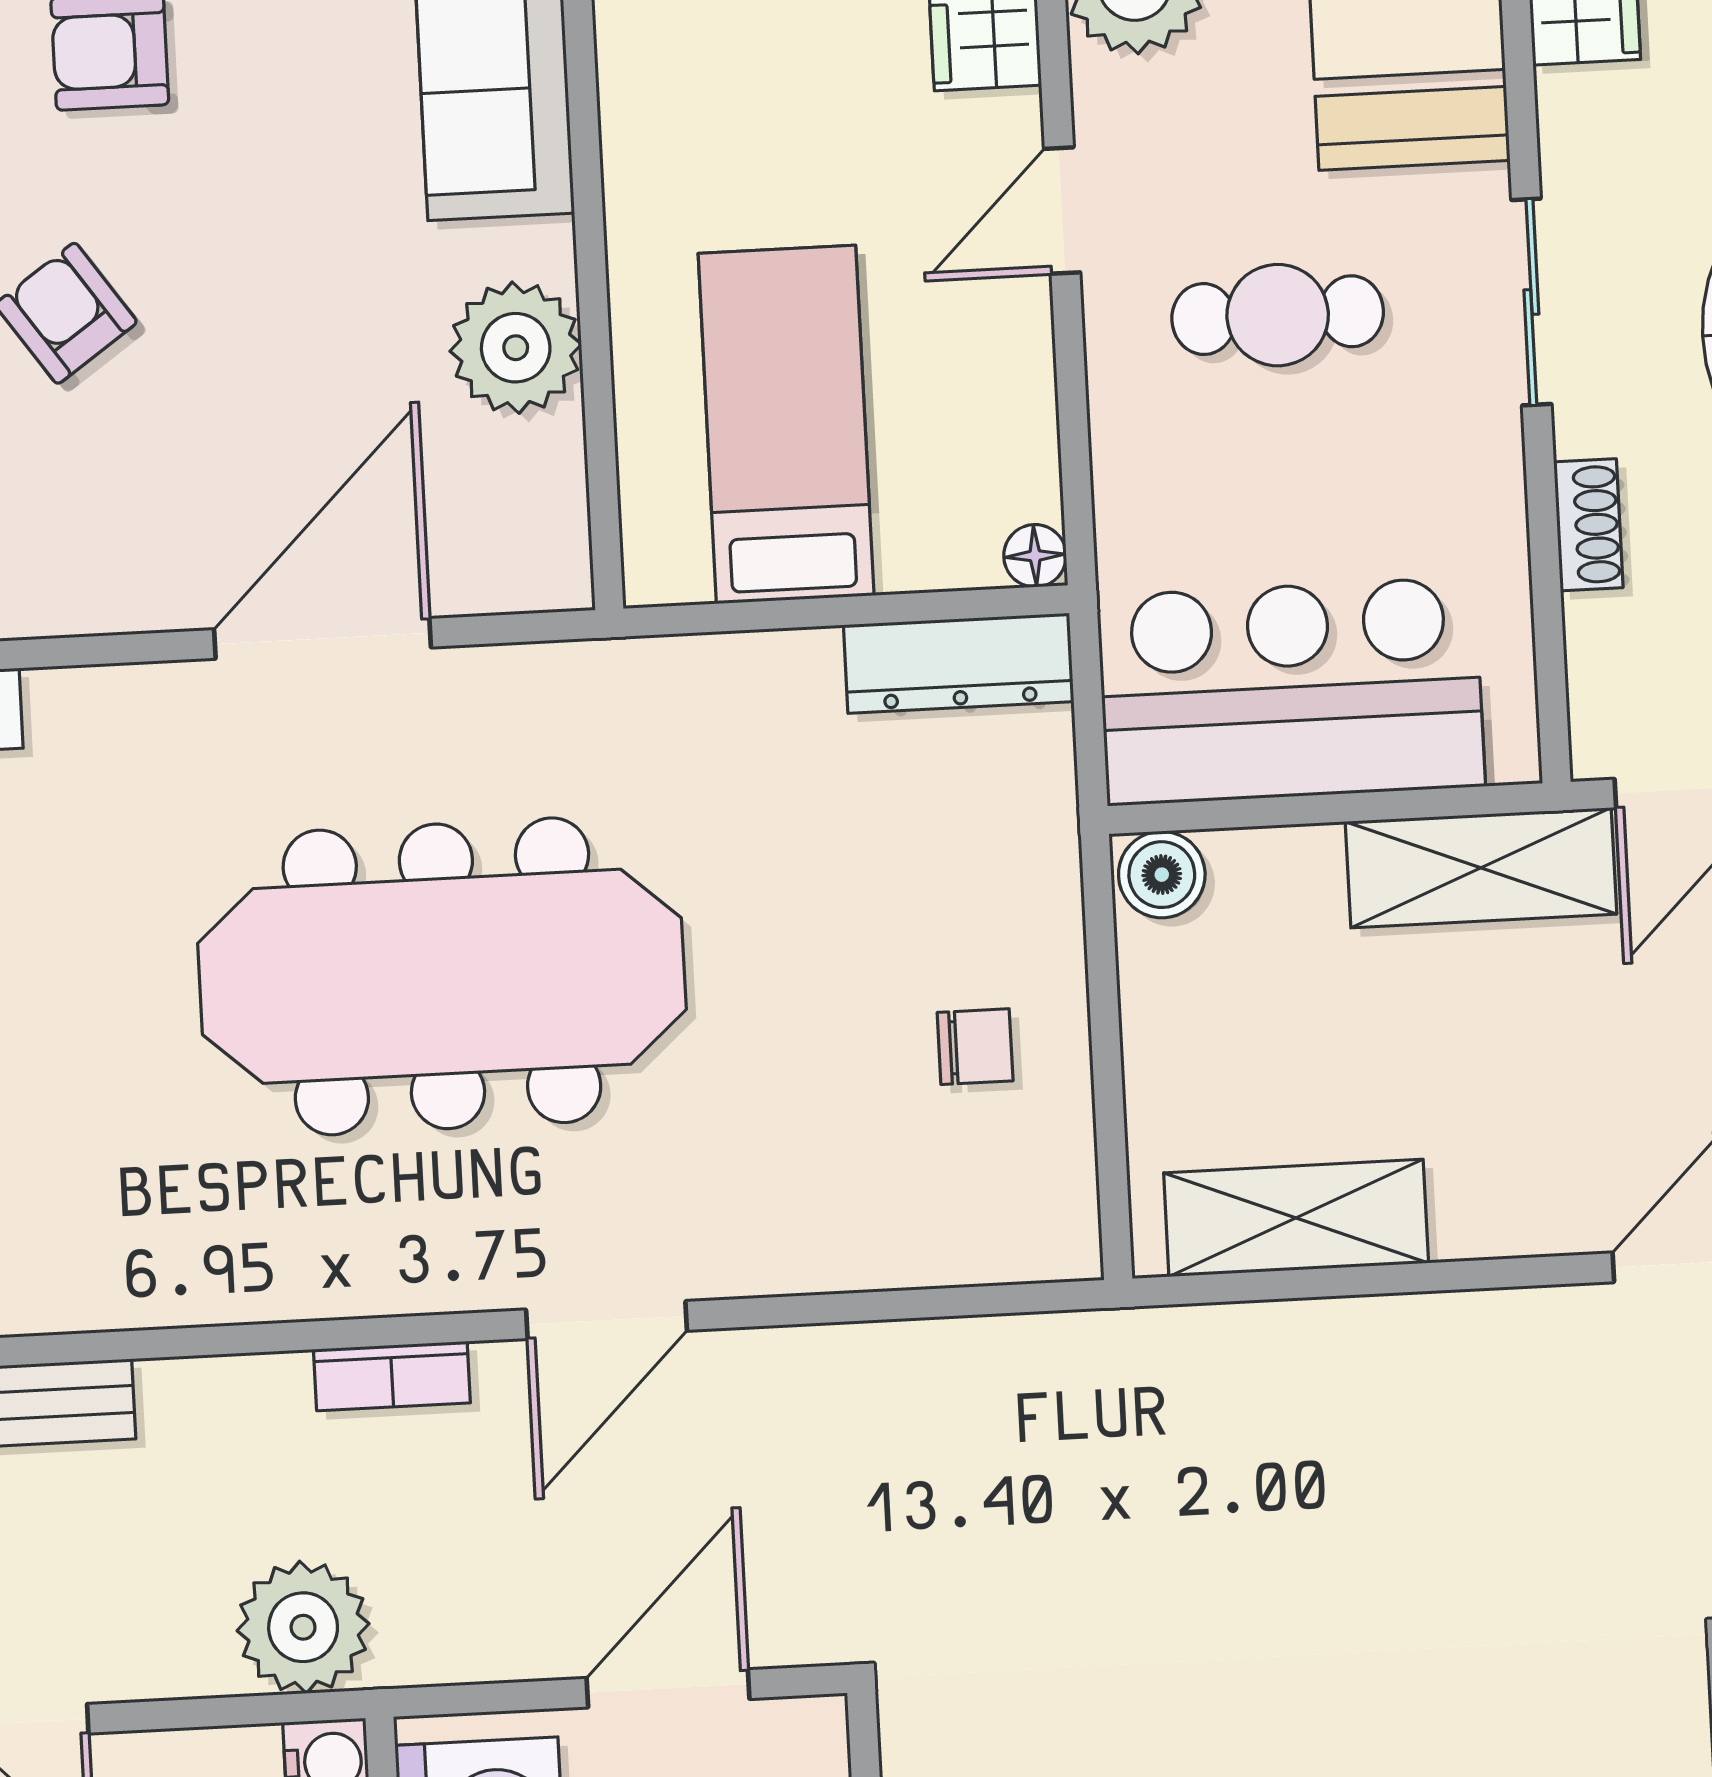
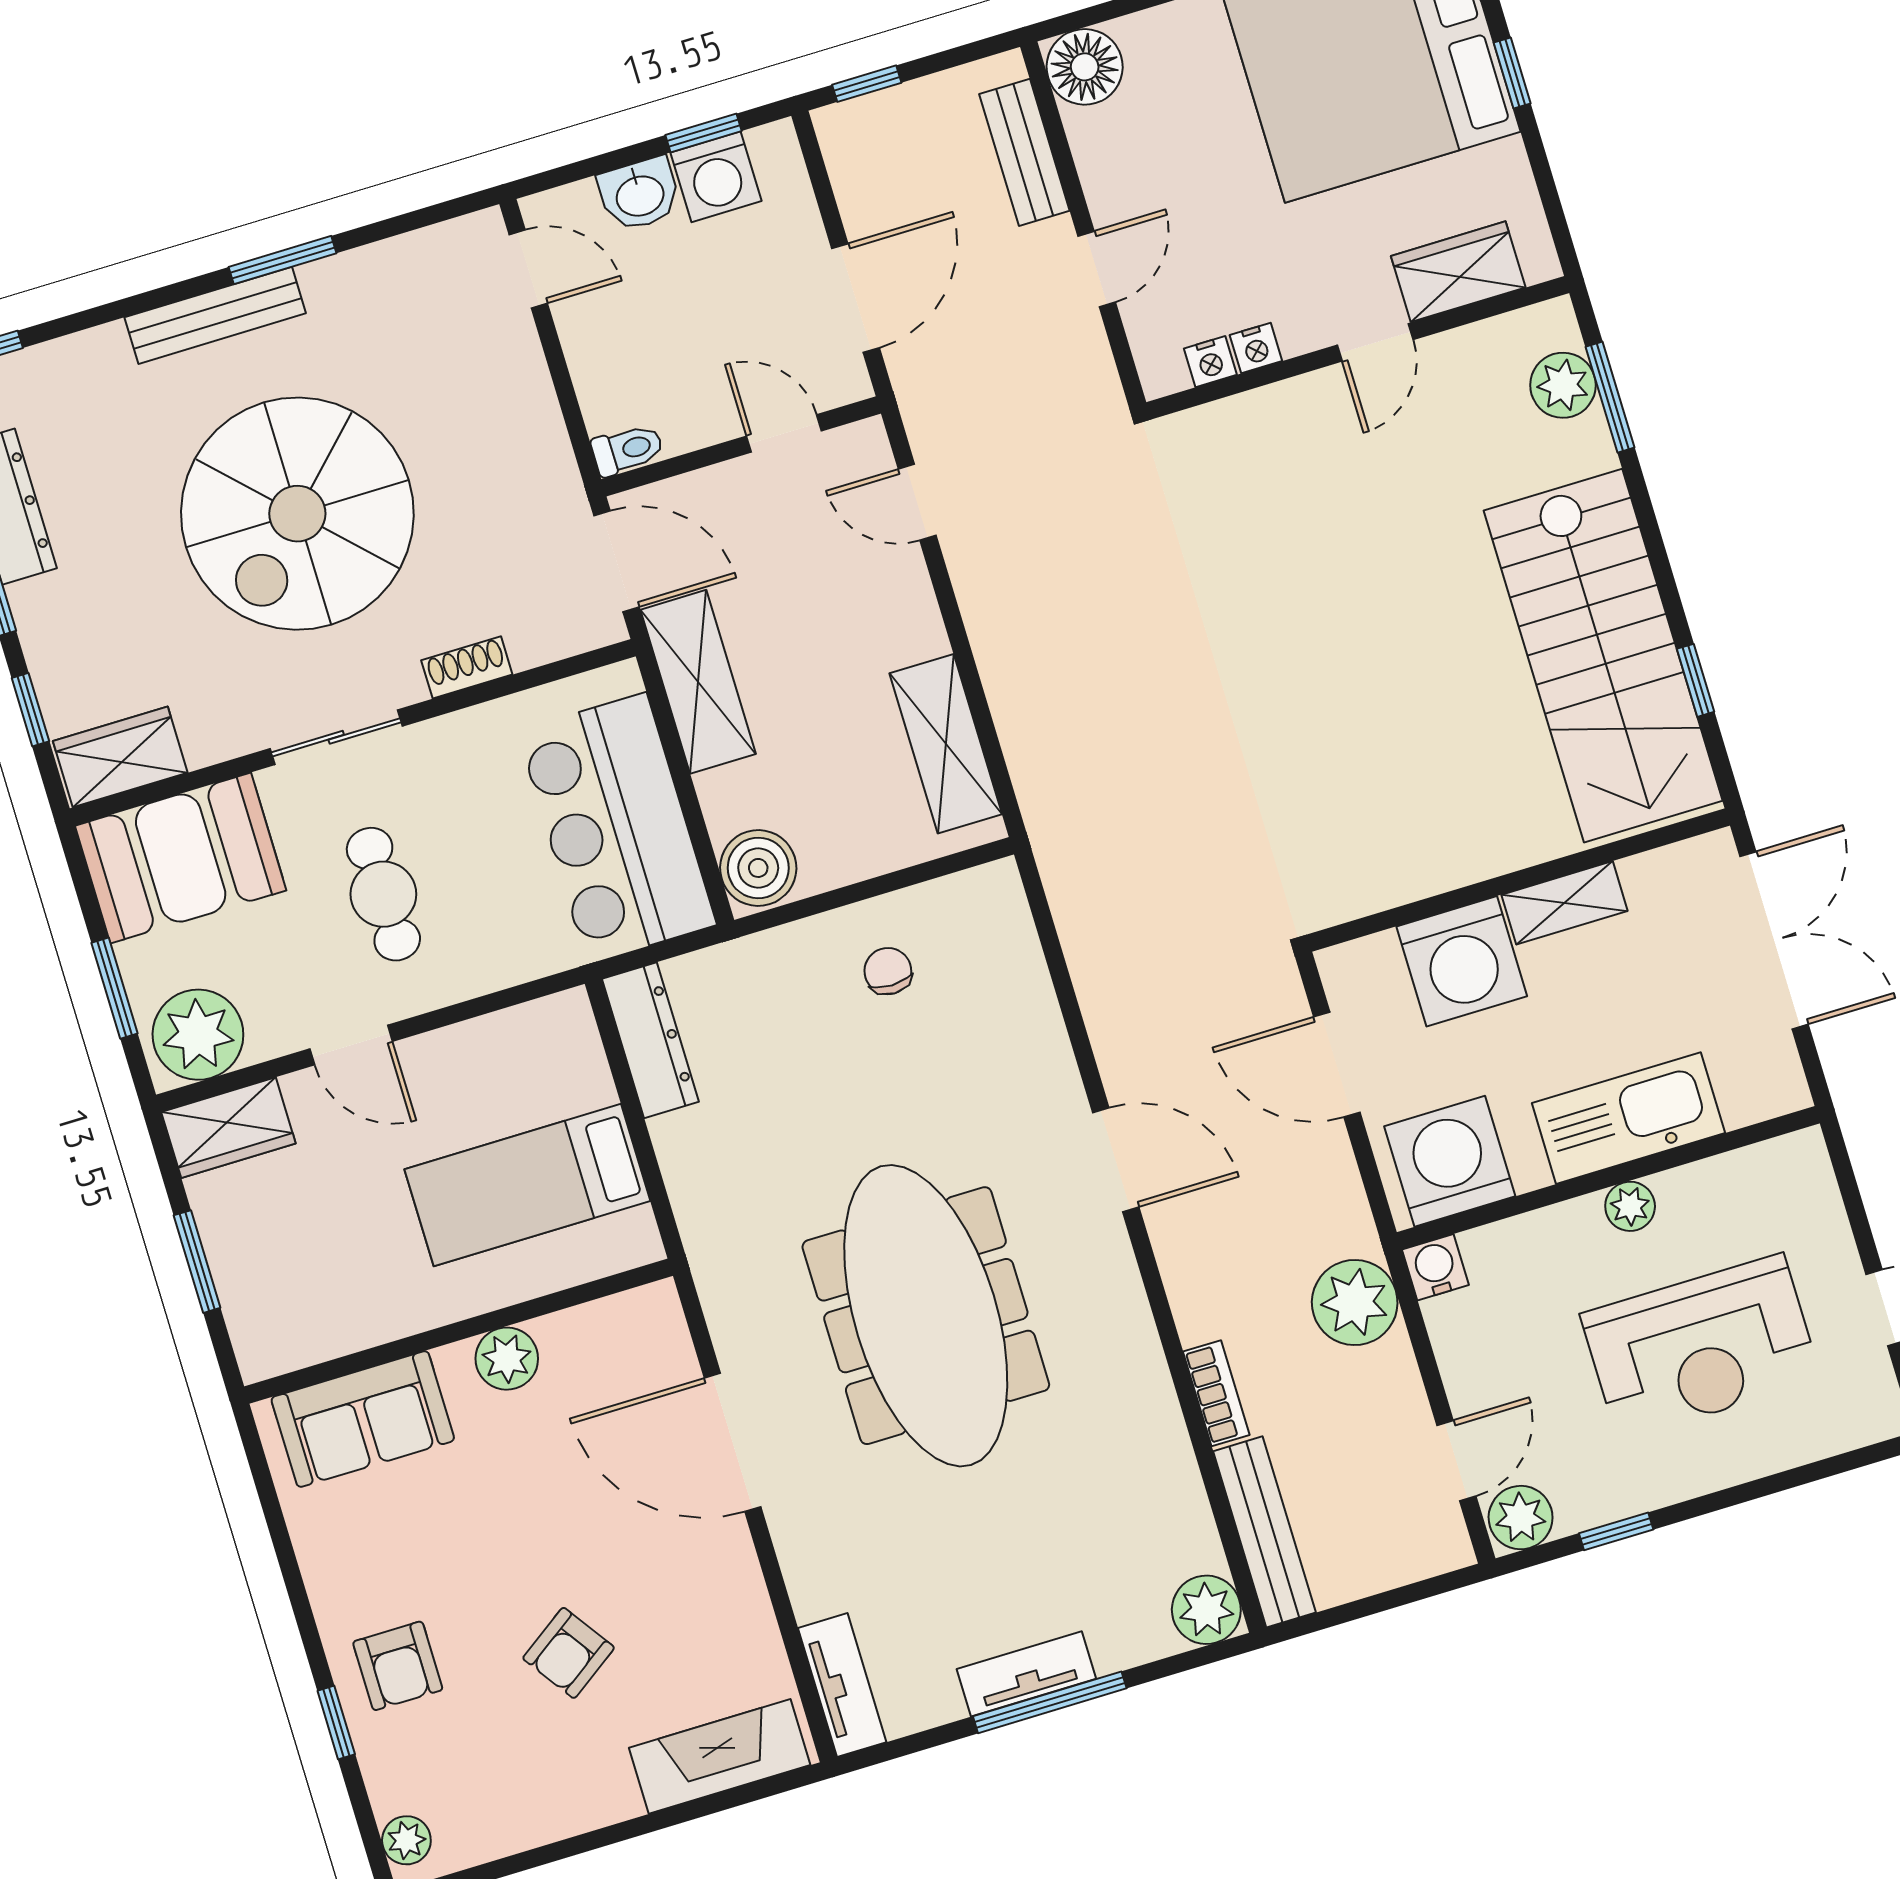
plant: (516, 348) -> (507, 1359), width x0.73, depth x0.73
floor lamp: (1035, 556) -> (571, 1009), removed
boiler: (1162, 875) -> (758, 868), width x1.36, depth x1.36
bookcase: (392, 1376) -> (1216, 1393), moved

